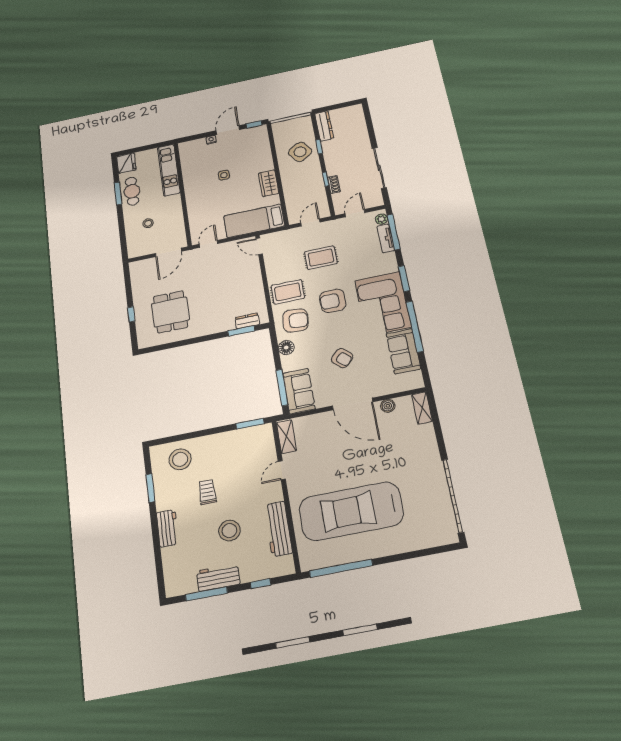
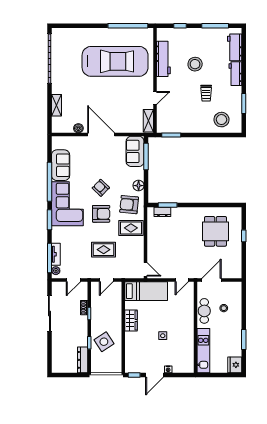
cafe table: (132, 191) -> (204, 311), moved
armchair: (342, 358) -> (101, 188), moved
shelving: (422, 408) -> (57, 105), moved
workbench: (218, 578) -> (235, 47), moved, turned 90

